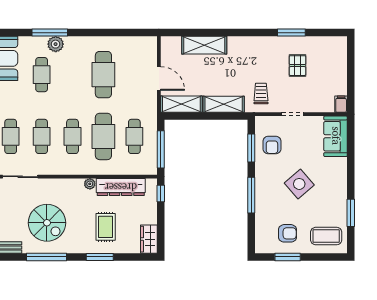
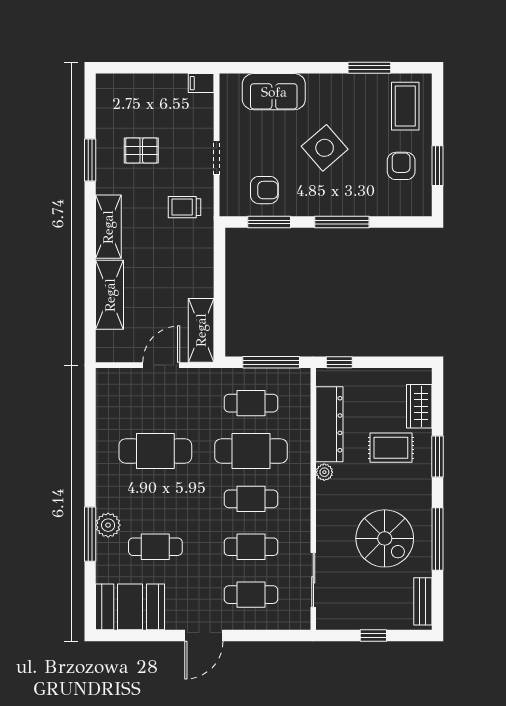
shelving: (224, 104) -> (108, 227), moved
sofa: (336, 136) -> (274, 92), moved
spiral stairs: (47, 223) -> (385, 538), turned 90
wardrobe: (149, 239) -> (419, 406), moved, turned 90

